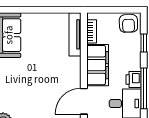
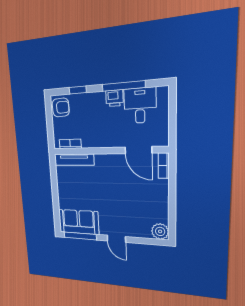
filing cabinet: (98, 65) -> (102, 137), removed

